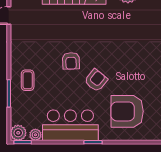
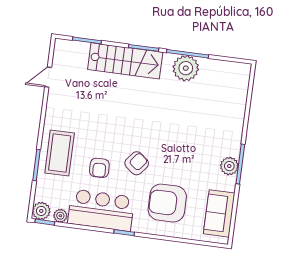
armchair: (71, 61) -> (99, 168), moved
coffee table: (28, 80) -> (60, 153), width x1.86, depth x1.72

